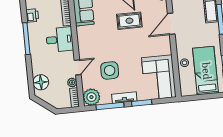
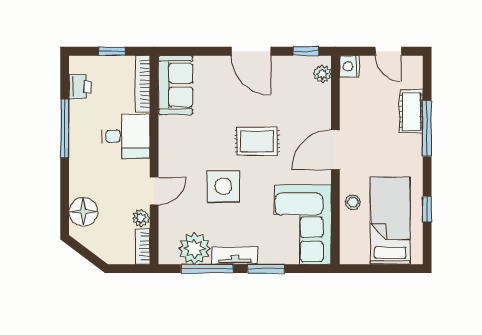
rug: (129, 21) -> (257, 141), moved
door: (171, 24) -> (335, 150), moved
side table: (110, 70) -> (223, 186), moved
plant: (91, 97) -> (195, 249), moved

